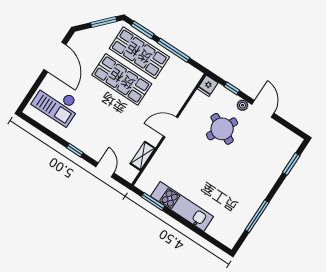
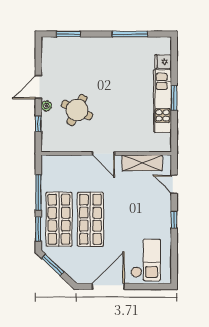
fridge: (208, 86) -> (163, 62), moved, turned 180
shelving: (143, 156) -> (142, 163), width x1.50, depth x1.33
door: (105, 170) -> (174, 184), hinge flipped
window: (153, 201) -> (174, 98), moved

